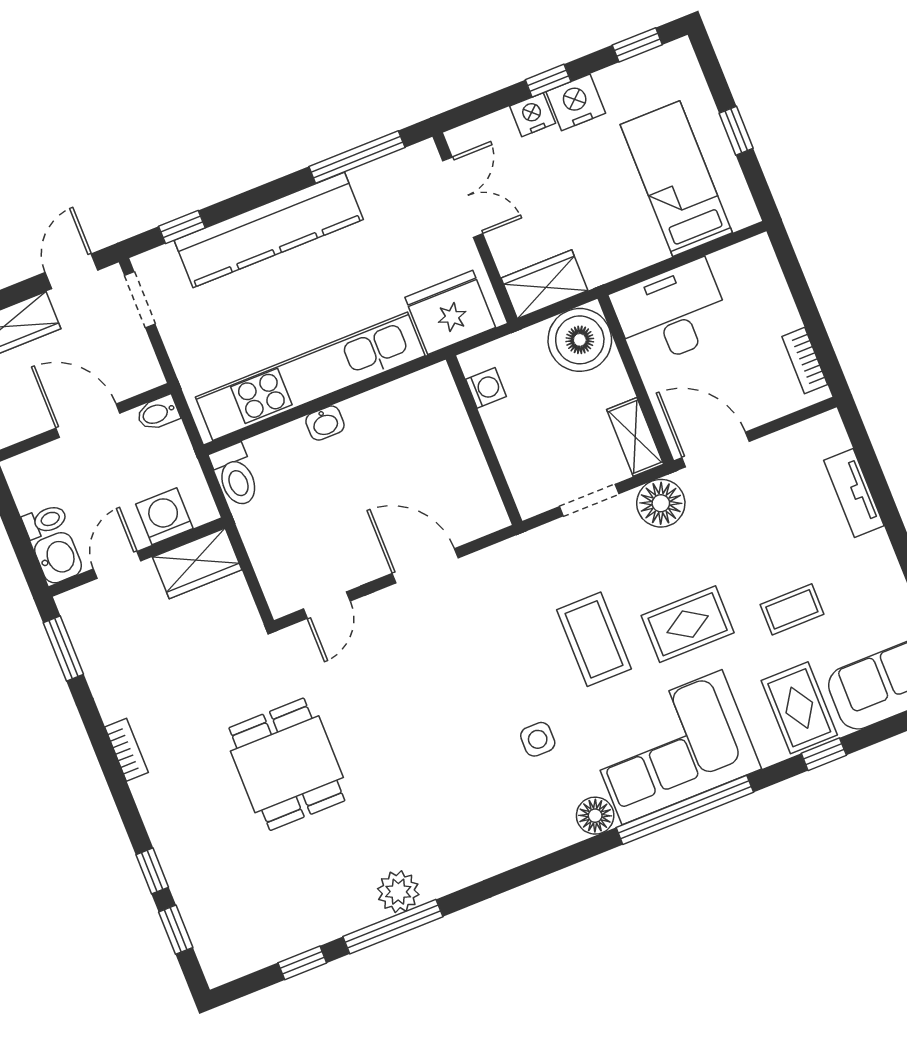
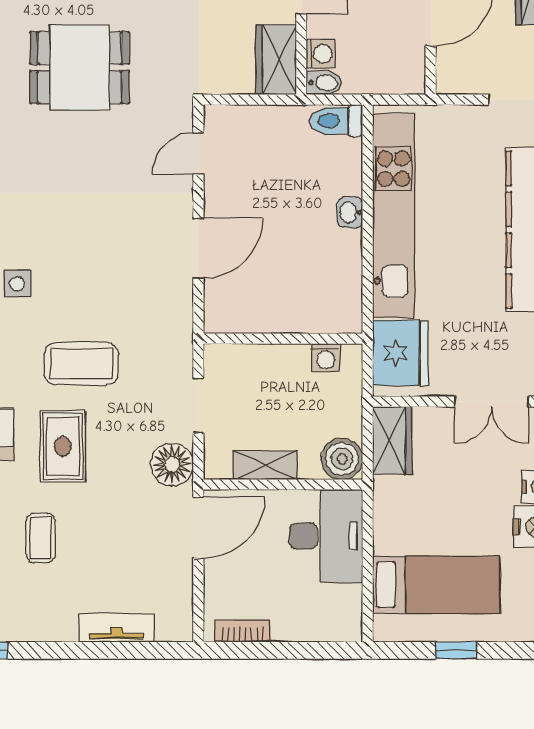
boiler: (580, 340) -> (342, 459), width x0.73, depth x0.73
bidet: (158, 413) -> (324, 83), moved, turned 90
shelving: (635, 437) -> (265, 465), moved
washing machine: (164, 516) -> (321, 54), width x0.73, depth x0.73
door: (327, 605) -> (198, 153), hinge flipped

